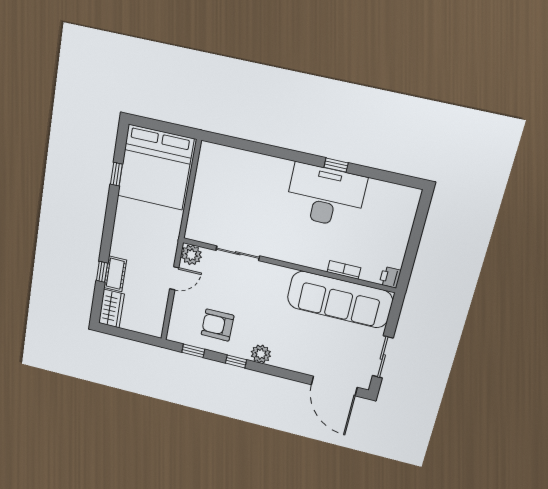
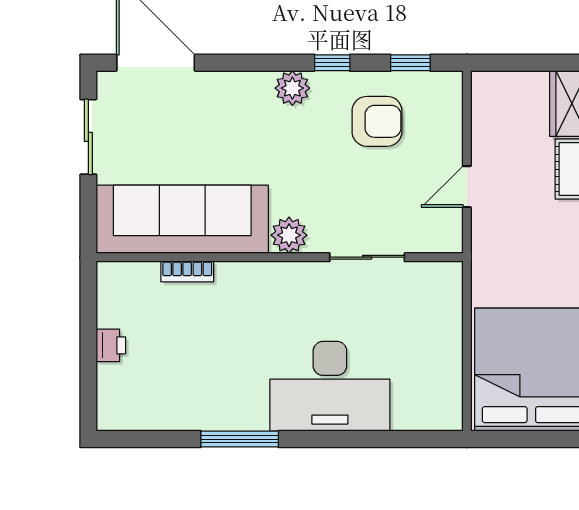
window: (336, 165) -> (240, 439), width x2.17
desk: (326, 196) -> (330, 386), moved
plant: (191, 255) -> (289, 235), moved
printer: (390, 277) -> (111, 345), moved

